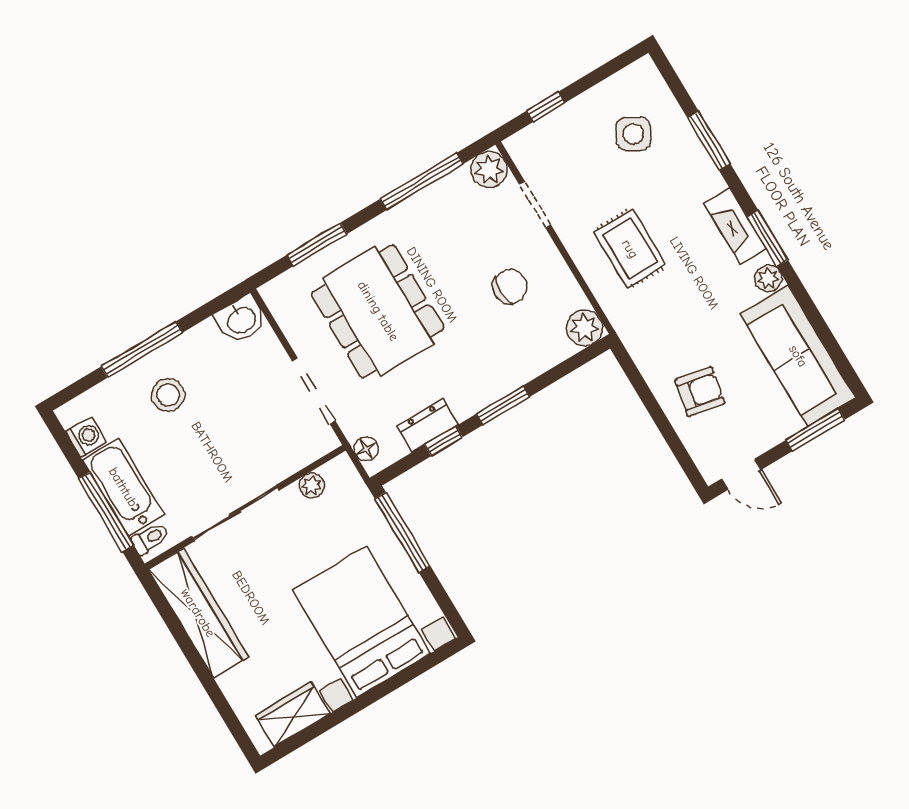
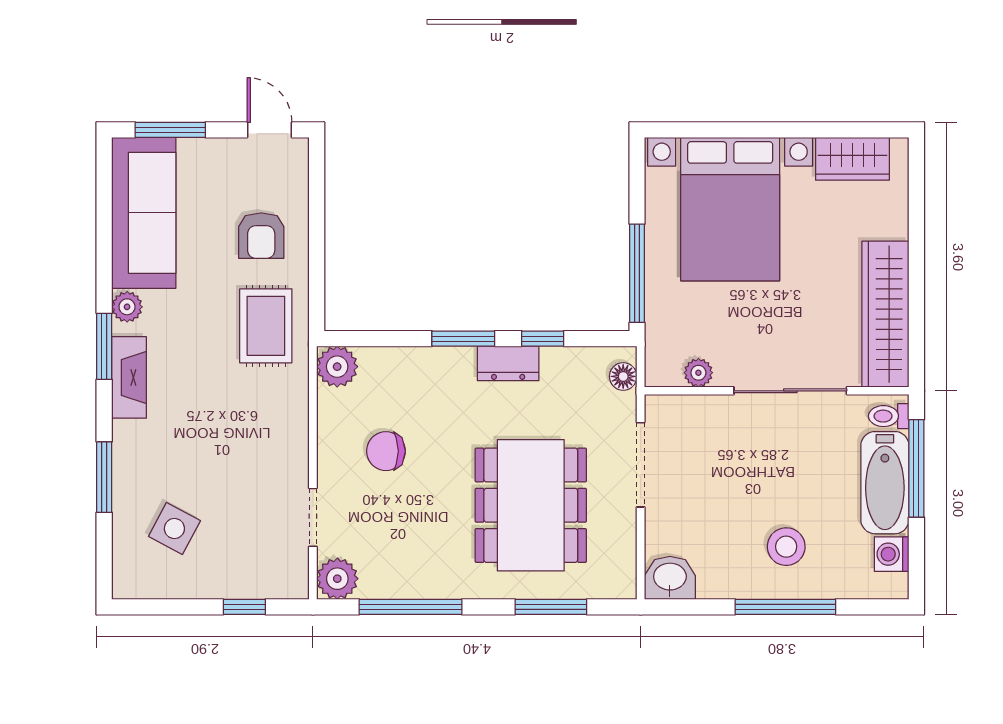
rug: (630, 249) -> (266, 326), moved
armchair: (700, 392) -> (261, 236), turned -101
dresser: (428, 425) -> (508, 363), moved

